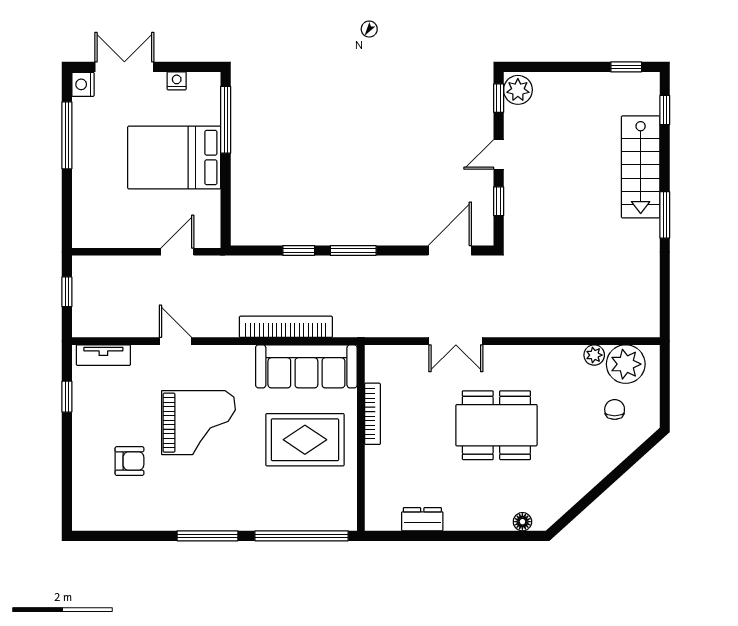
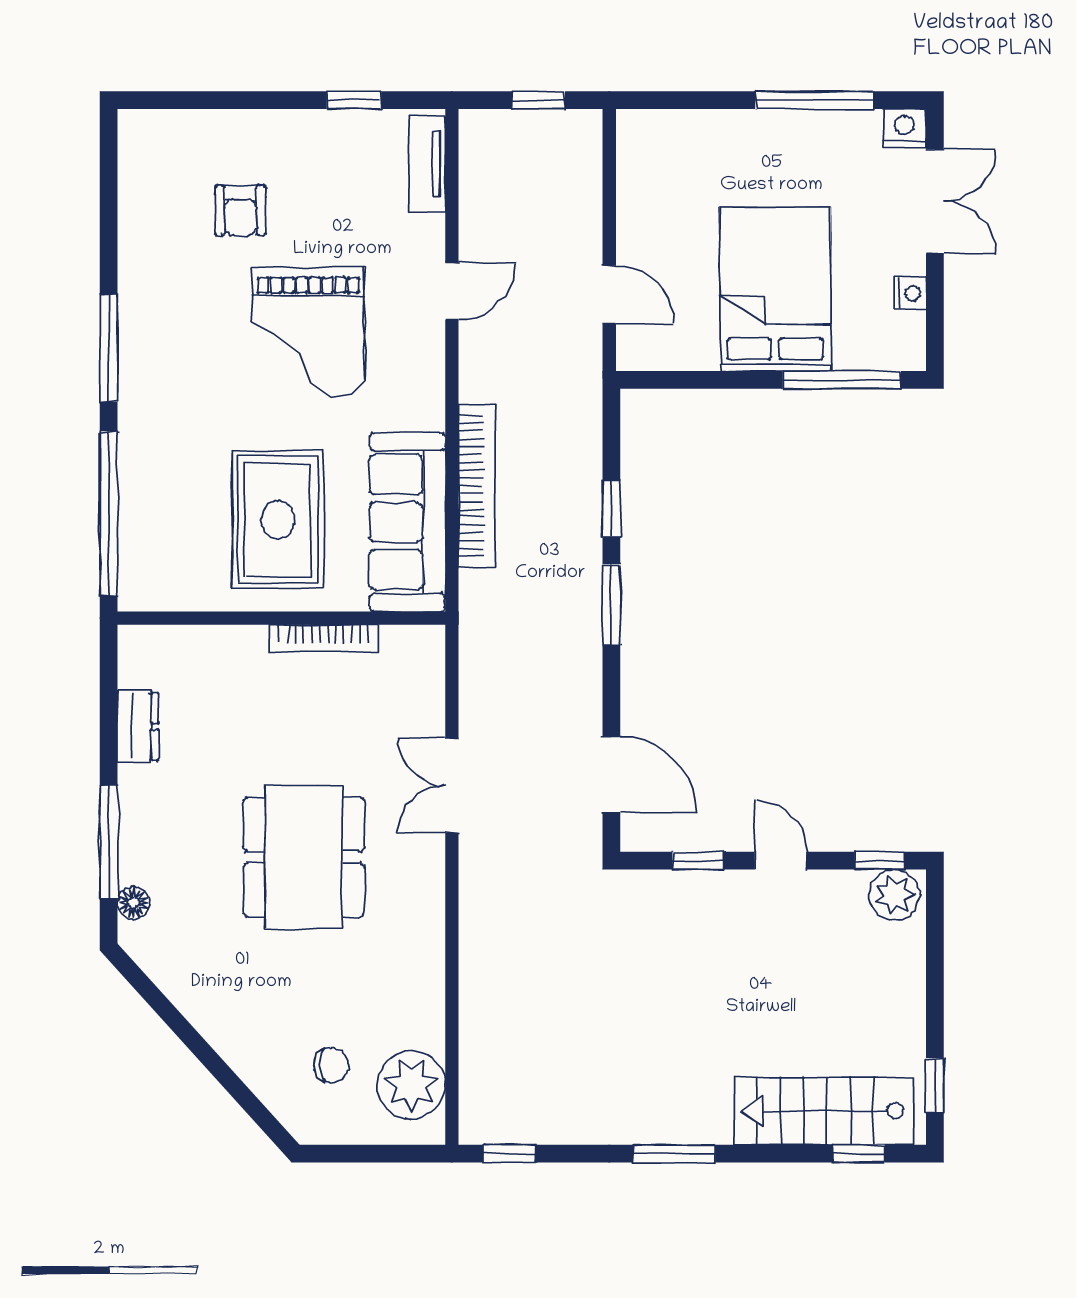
stairs: (641, 167) -> (824, 1111), moved
window: (665, 308) -> (510, 1154), added
plant: (594, 355) -> (427, 1029), removed
window: (488, 536) -> (109, 842), added

